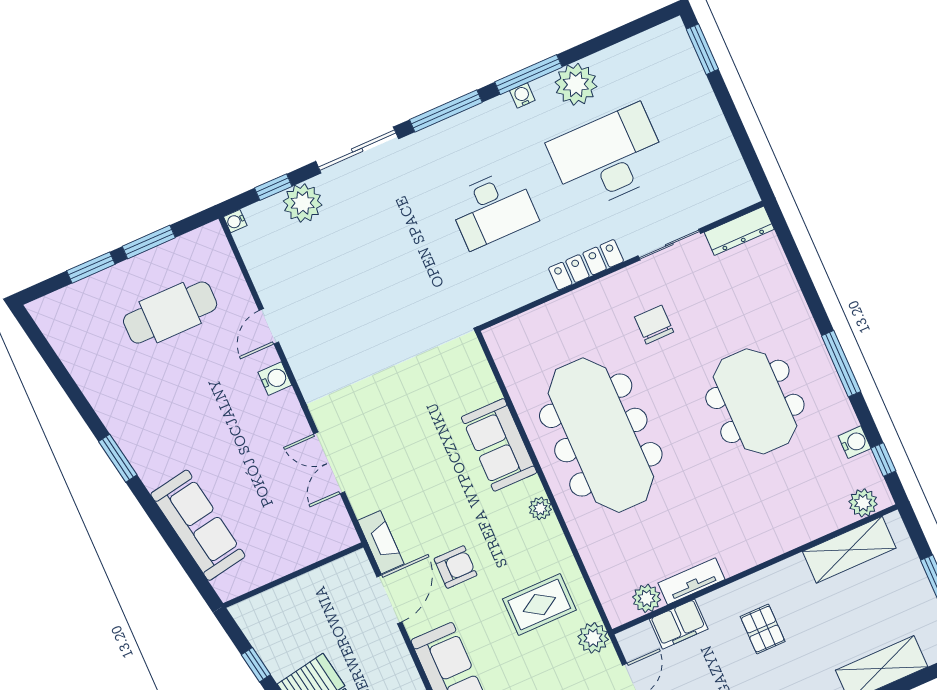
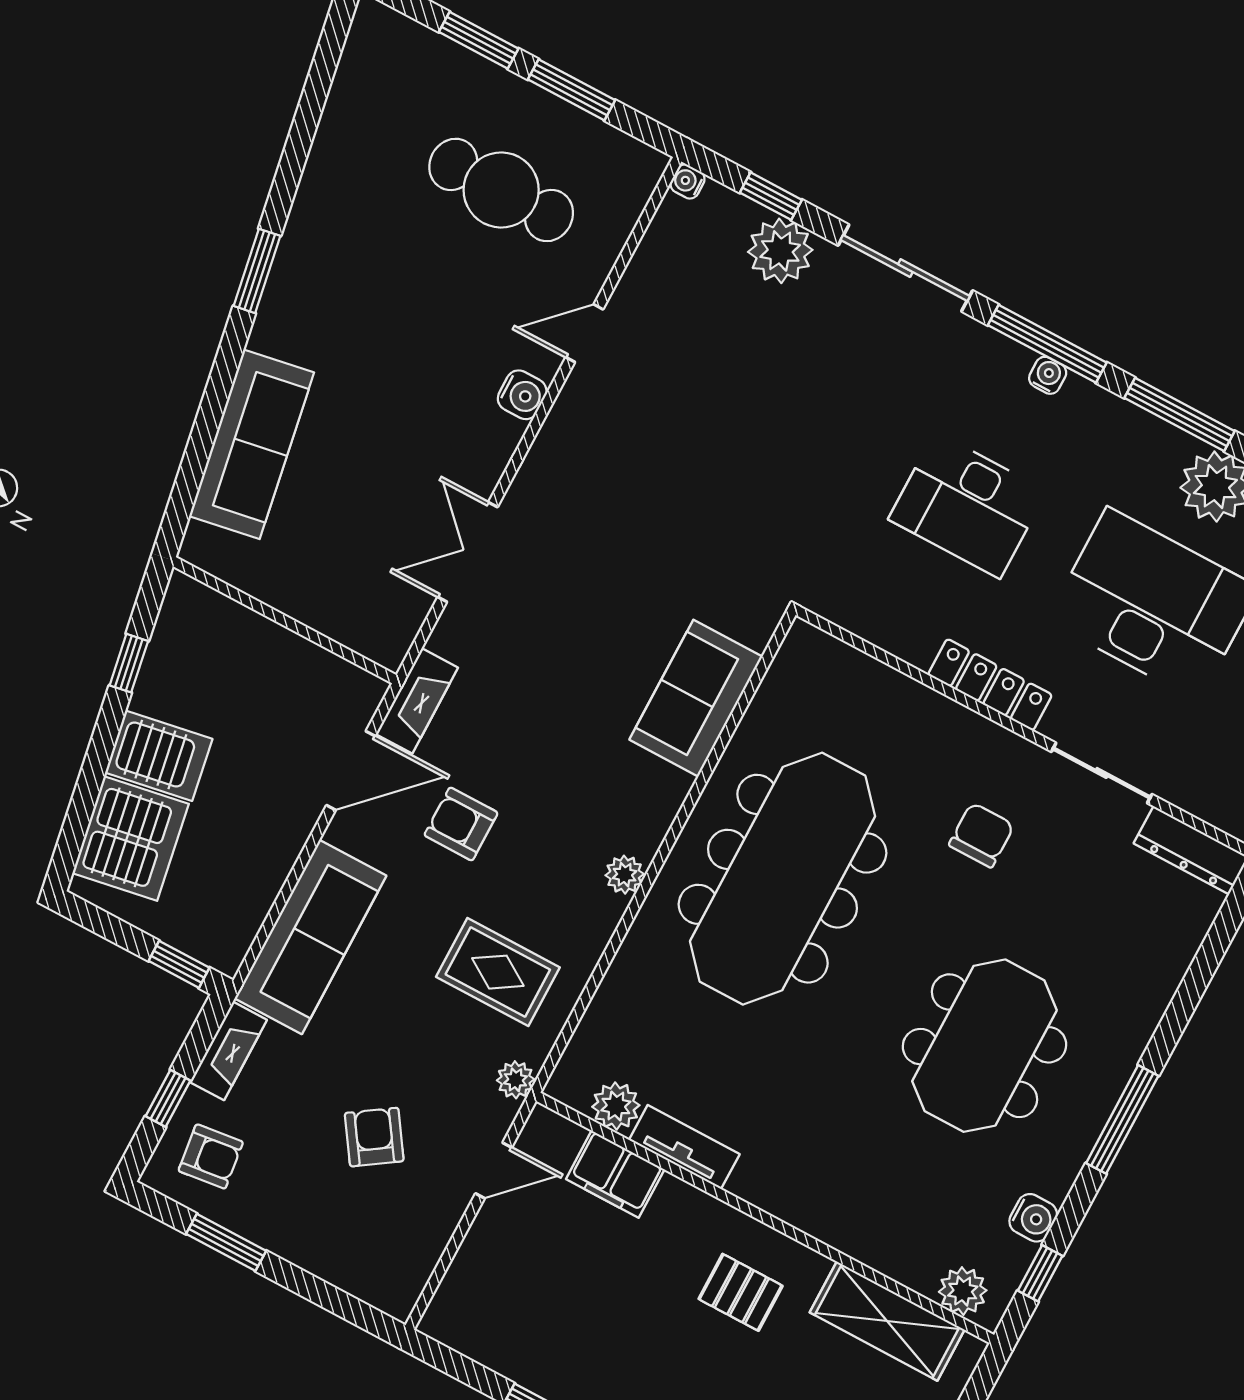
water cooler: (522, 95) -> (1048, 375), moved
sofa: (499, 445) -> (696, 698), moved
armchair: (455, 567) -> (461, 824), turned 180
pallet: (763, 629) -> (741, 1292), moved, turned 90
plant: (593, 638) -> (515, 1080), width x0.73, depth x0.73

